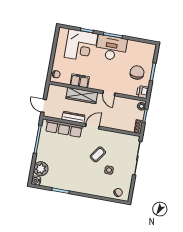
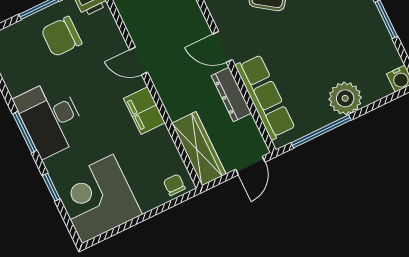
corner desk: (81, 46) -> (97, 199), moved, turned -90
filing cabinet: (80, 81) -> (144, 111), moved
door: (109, 93) -> (138, 61), swing flipped
wardrobe: (82, 96) -> (199, 149), moved
plant: (41, 169) -> (345, 98), moved

